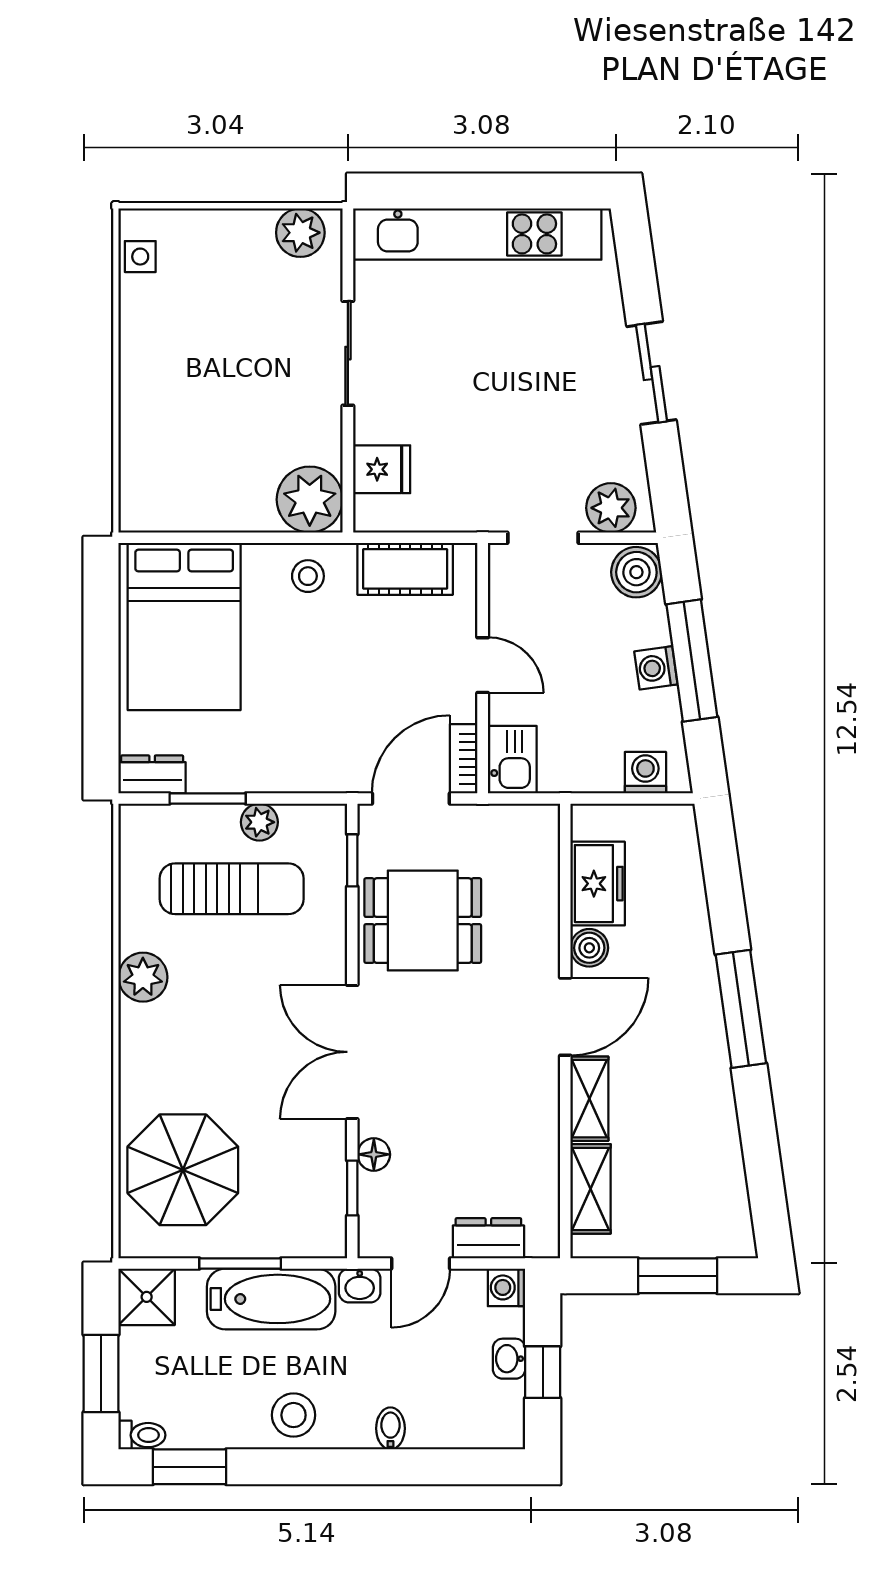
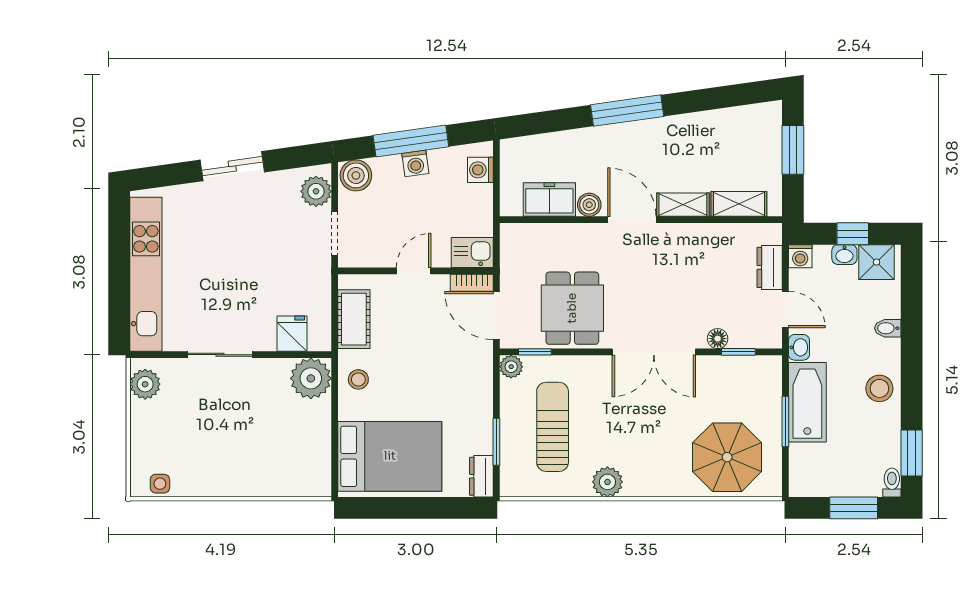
plant: (259, 822) -> (511, 367), moved
shower: (147, 1297) -> (877, 262), moved

